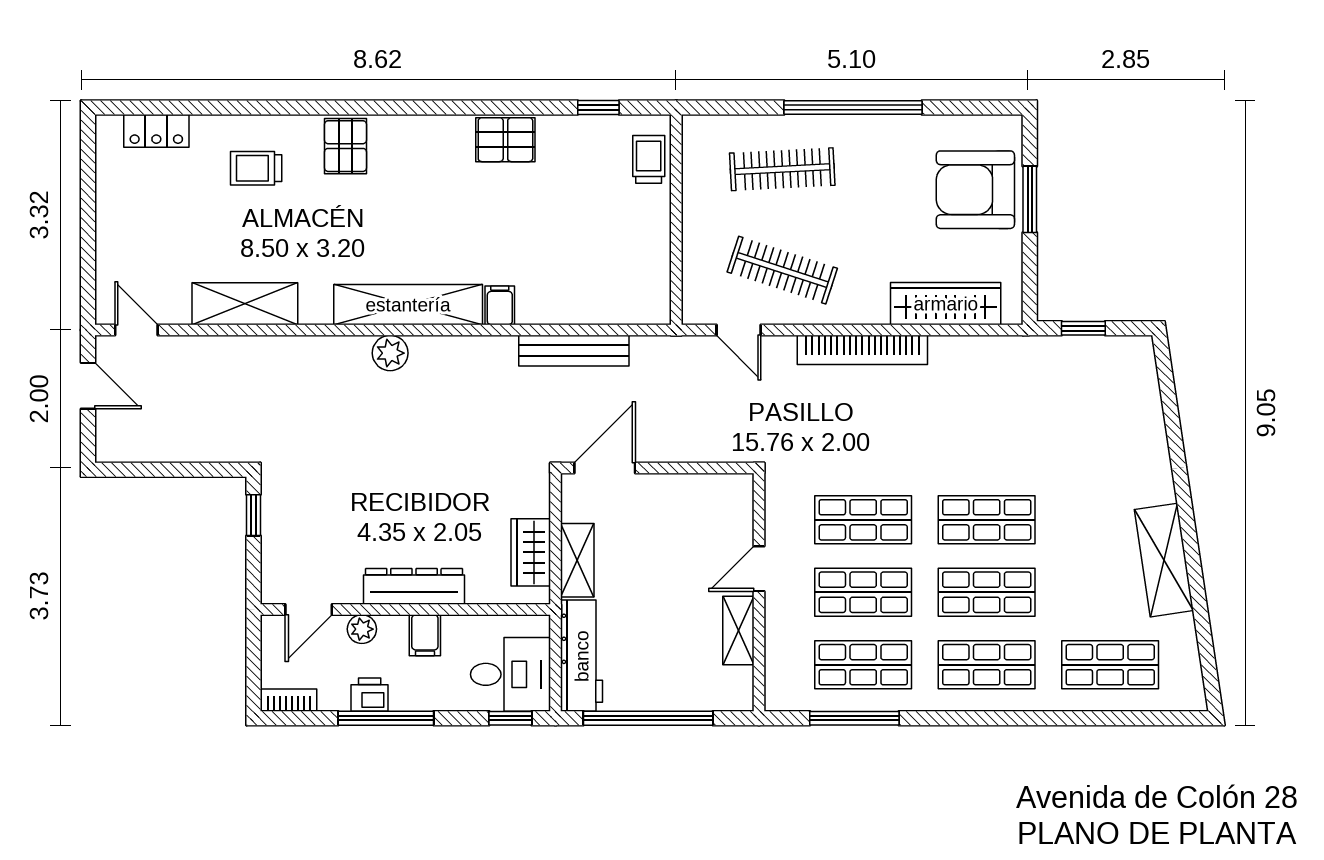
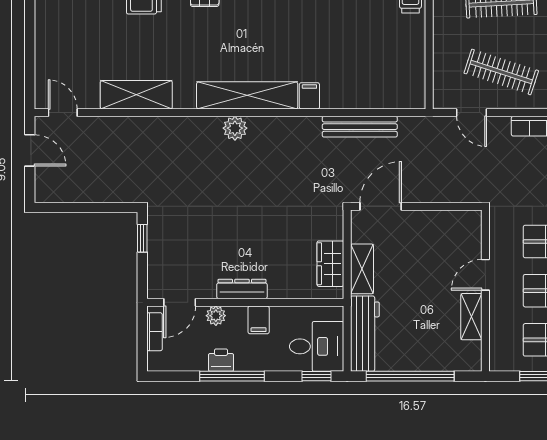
dresser: (414, 586) -> (242, 289), width x0.73, depth x0.80
bookcase: (289, 700) -> (155, 332), moved, turned 90

